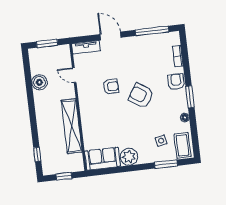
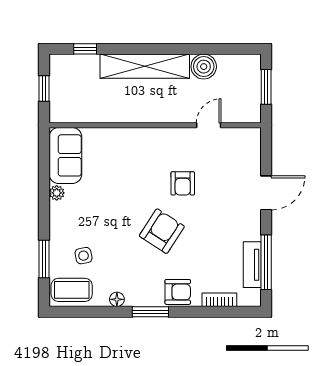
tv unit: (86, 47) -> (252, 265), moved
shelving: (72, 126) -> (145, 66), moved
plant: (129, 157) -> (57, 193), width x0.53, depth x0.53

